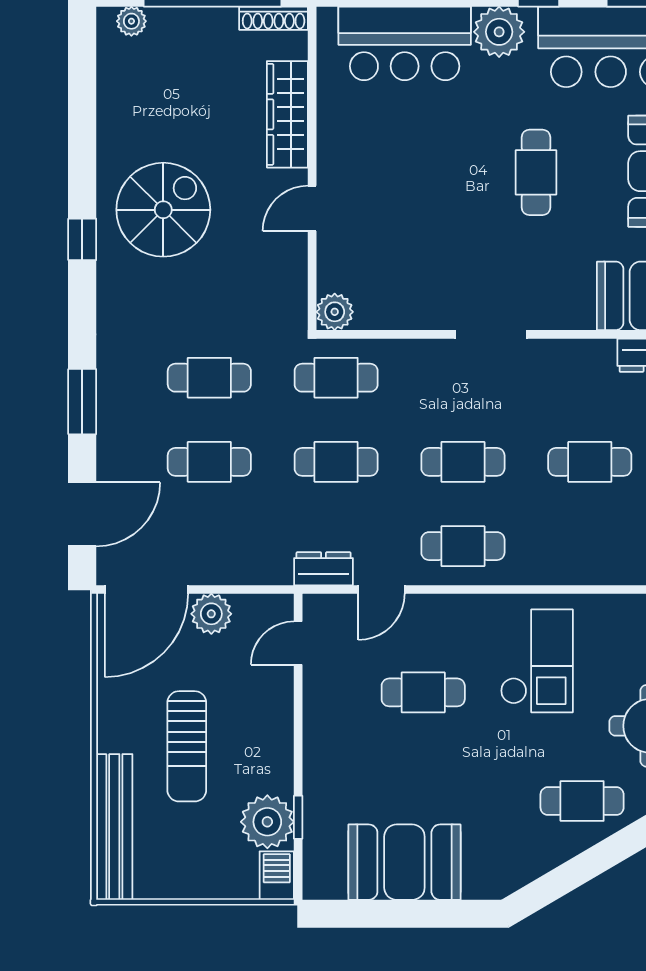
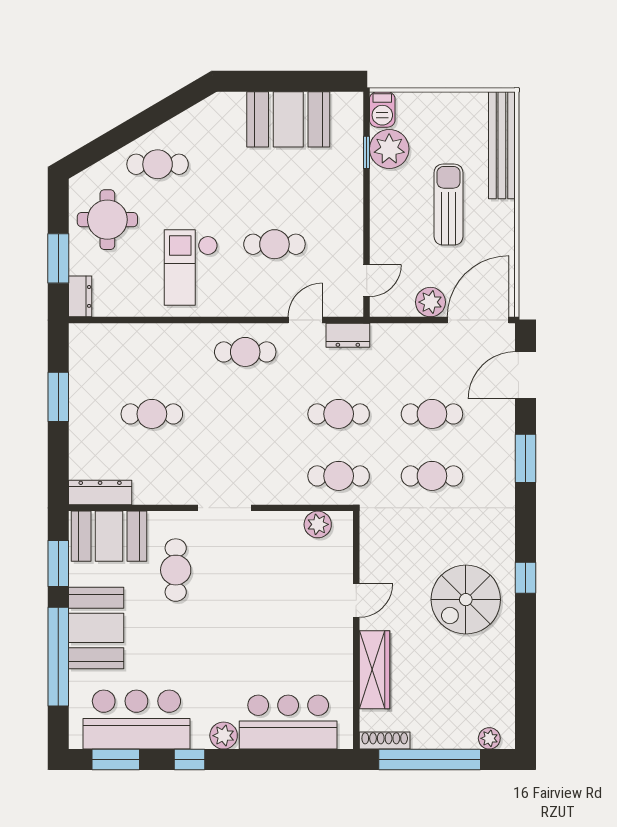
plant: (499, 32) -> (224, 736), width x0.73, depth x0.73
cafe table: (536, 172) -> (176, 570), moved
plant: (335, 312) -> (318, 524), moved
cafe table: (463, 462) -> (245, 414), removed

